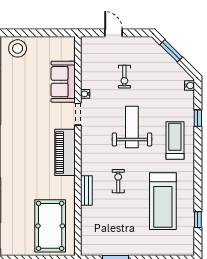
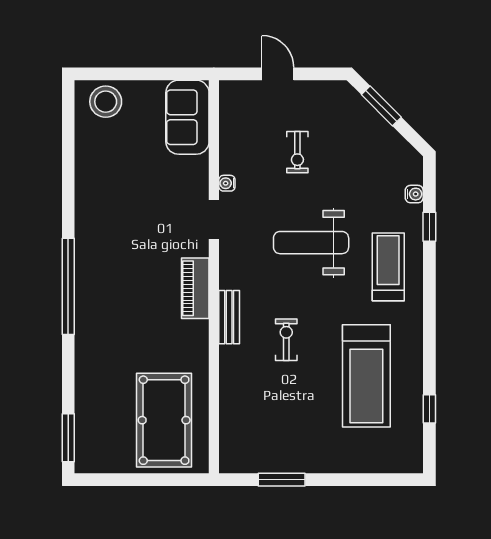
sofa: (63, 82) -> (187, 117), moved
water cooler: (189, 86) -> (414, 194), moved
weight bench: (132, 127) -> (311, 243), turned -90
piano: (65, 152) -> (195, 288), width x0.73, depth x0.75
bench: (86, 191) -> (229, 317), moved

